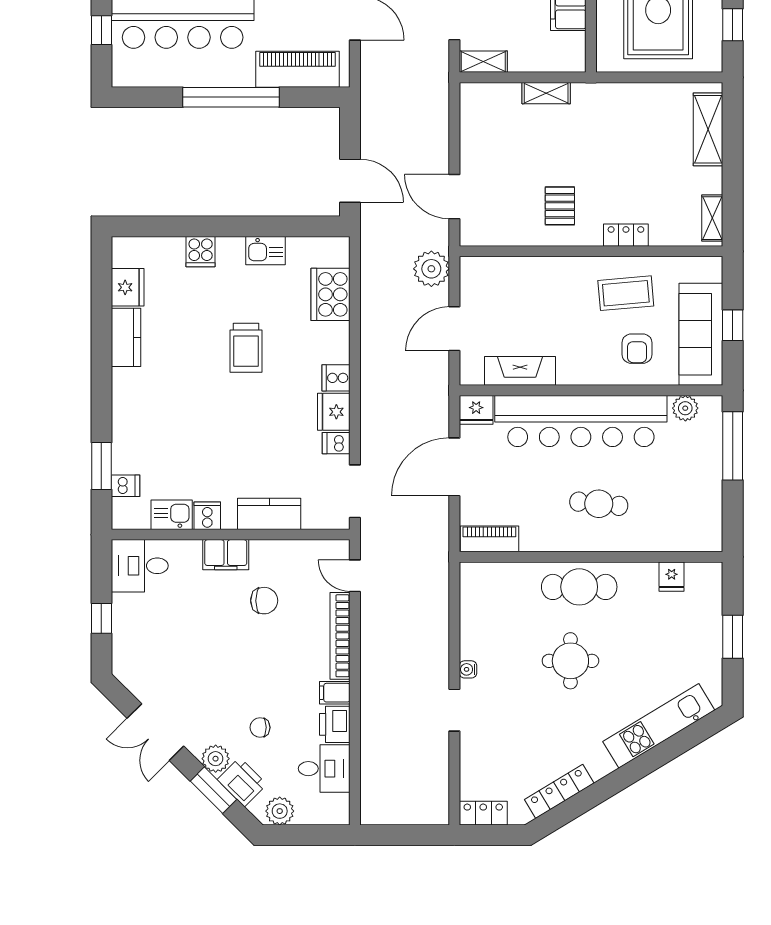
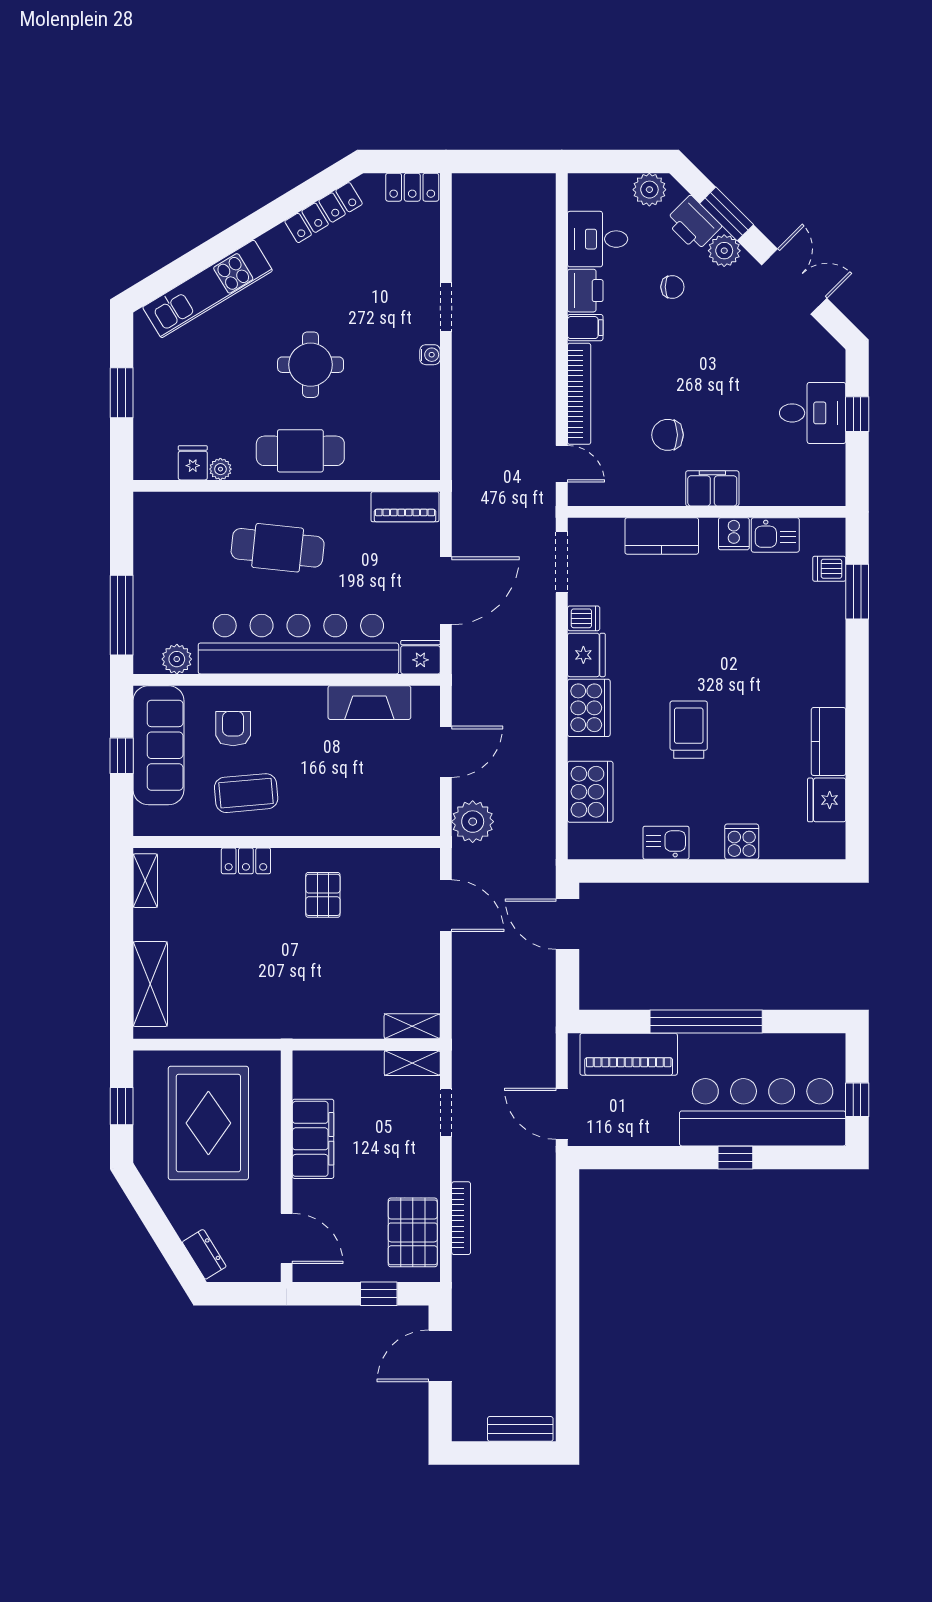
shelving: (546, 93) -> (412, 1026), moved
cooker: (336, 378) -> (589, 708), width x1.87, depth x1.31
cafe table: (599, 504) -> (278, 548), width x1.37, depth x1.35
desk: (140, 566) -> (813, 413), moved
plant: (648, 571) -> (220, 469), added

